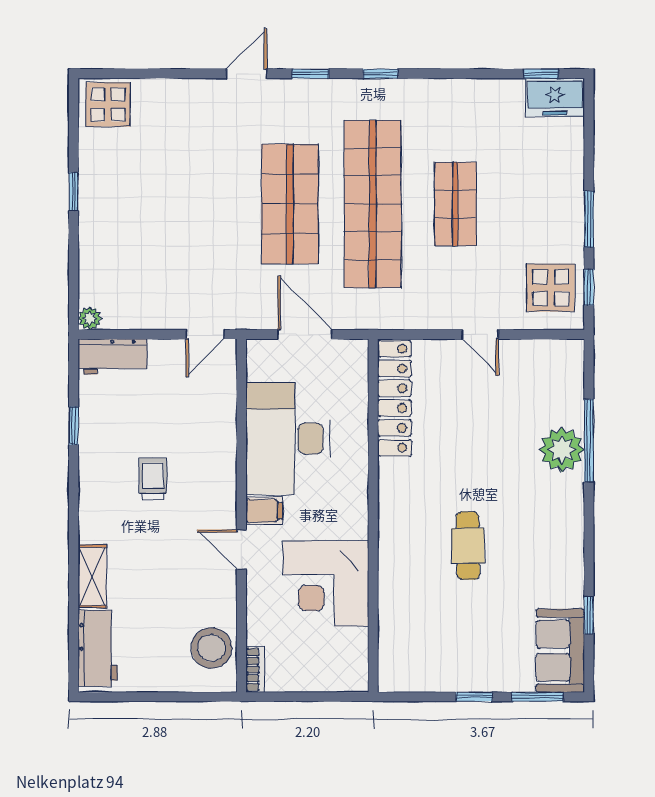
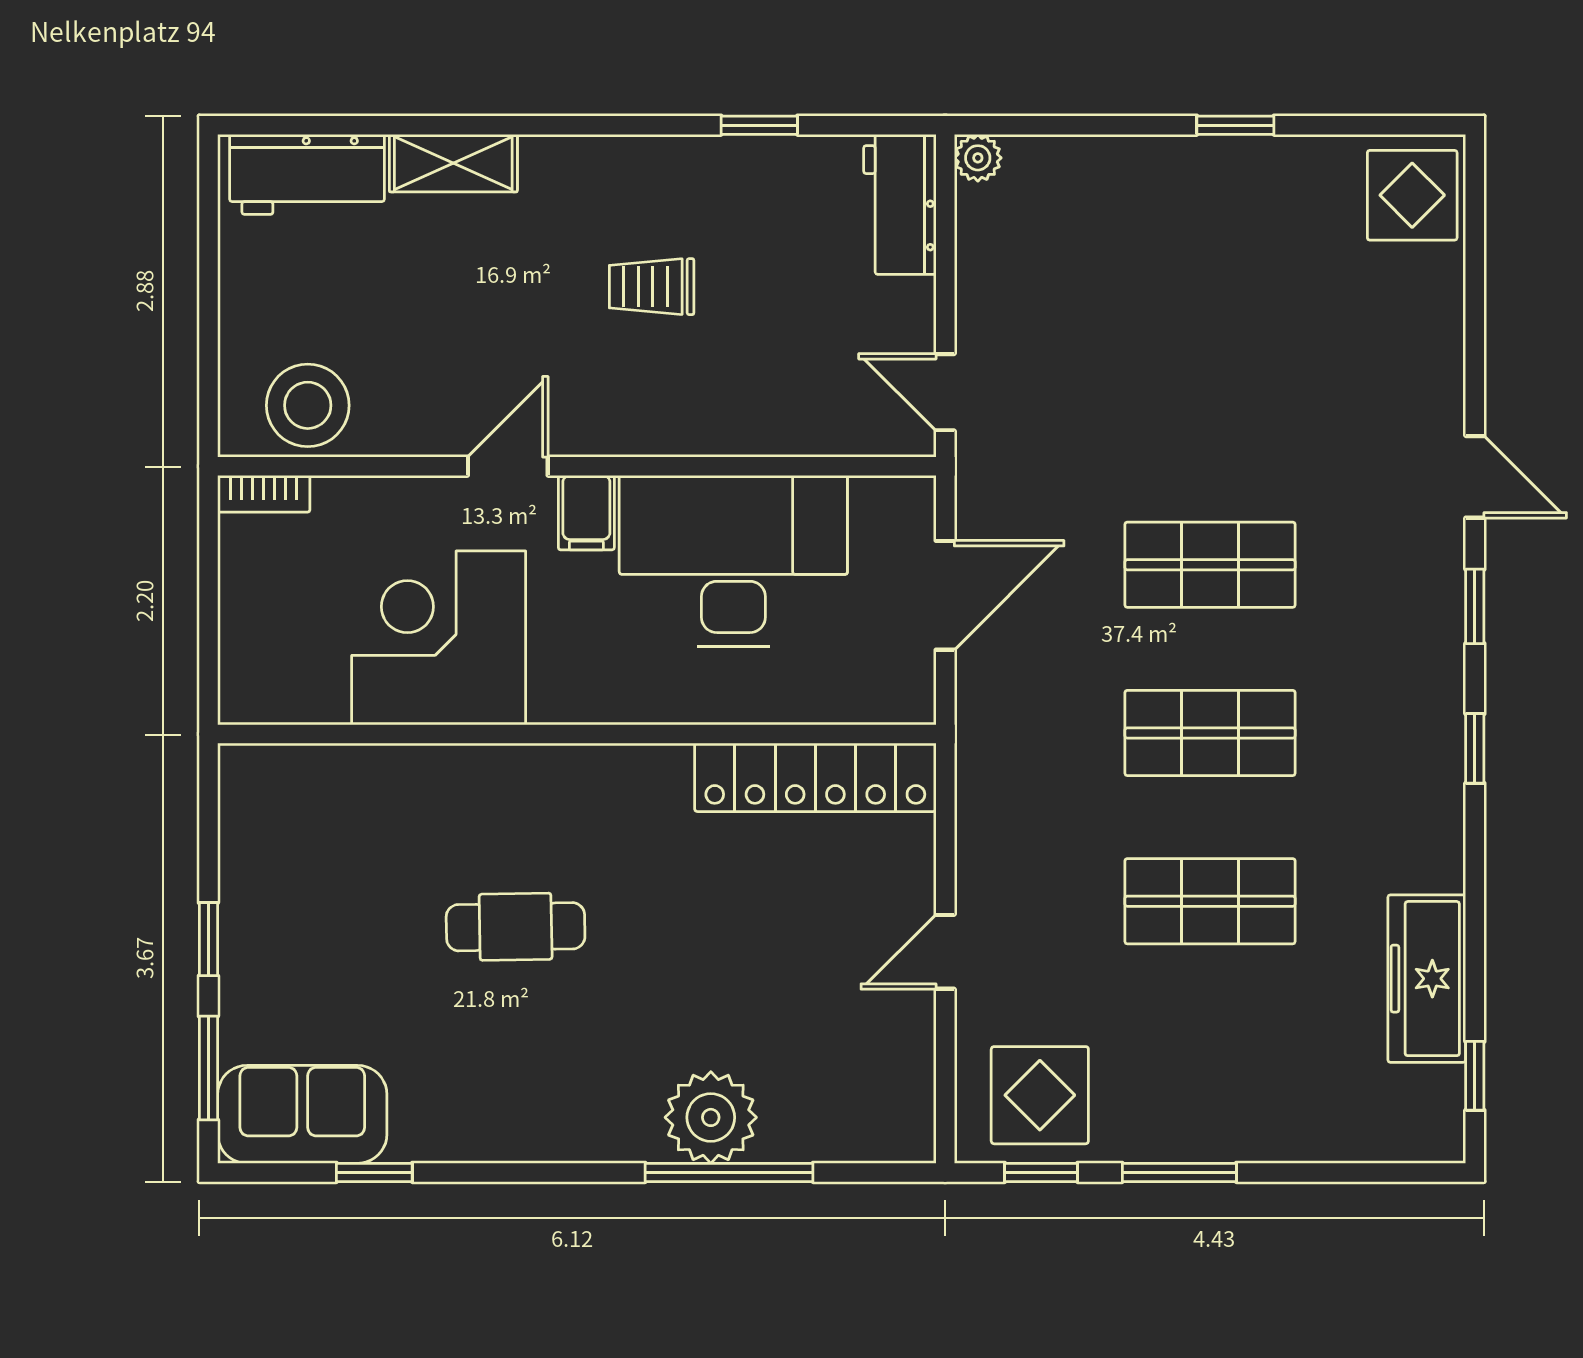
freezer: (555, 97) -> (1427, 979), moved, width x1.40
shop shelf: (290, 204) -> (1210, 565), width x0.70, depth x0.74
shop shelf: (373, 204) -> (1210, 733), width x0.50, depth x0.74
trolley: (153, 479) -> (652, 287), turned 180

